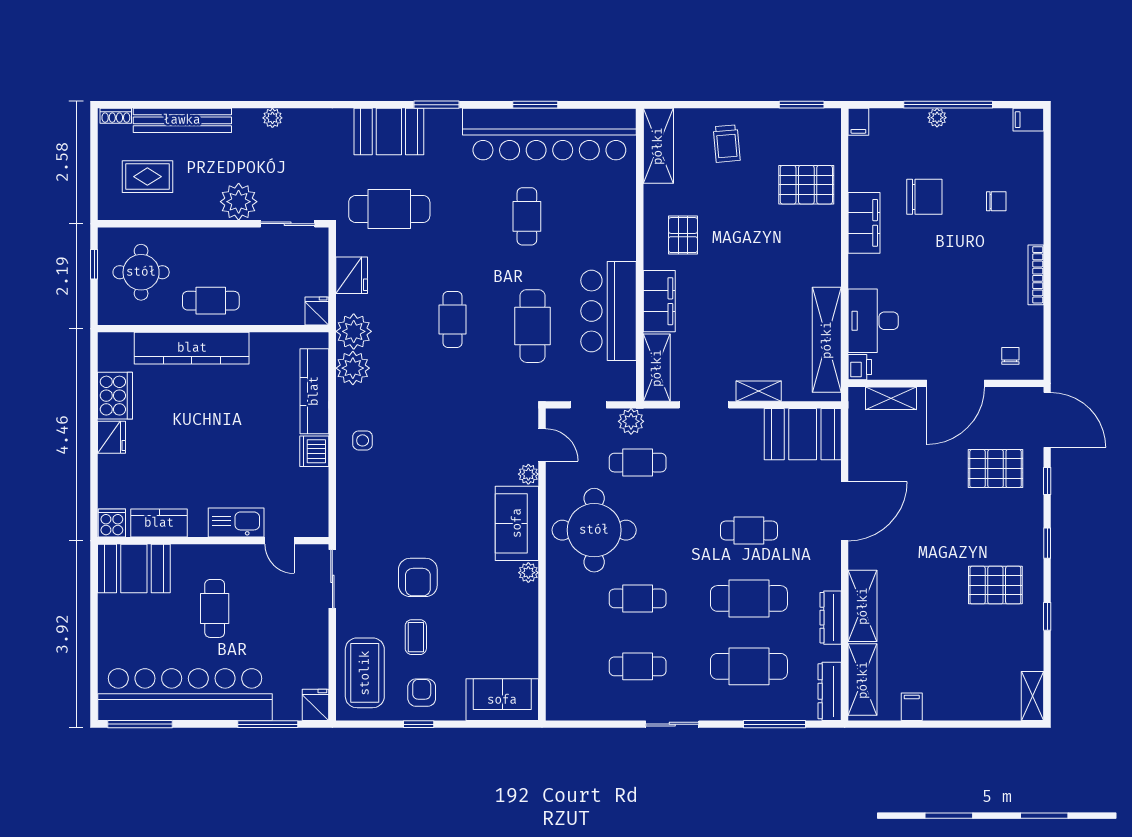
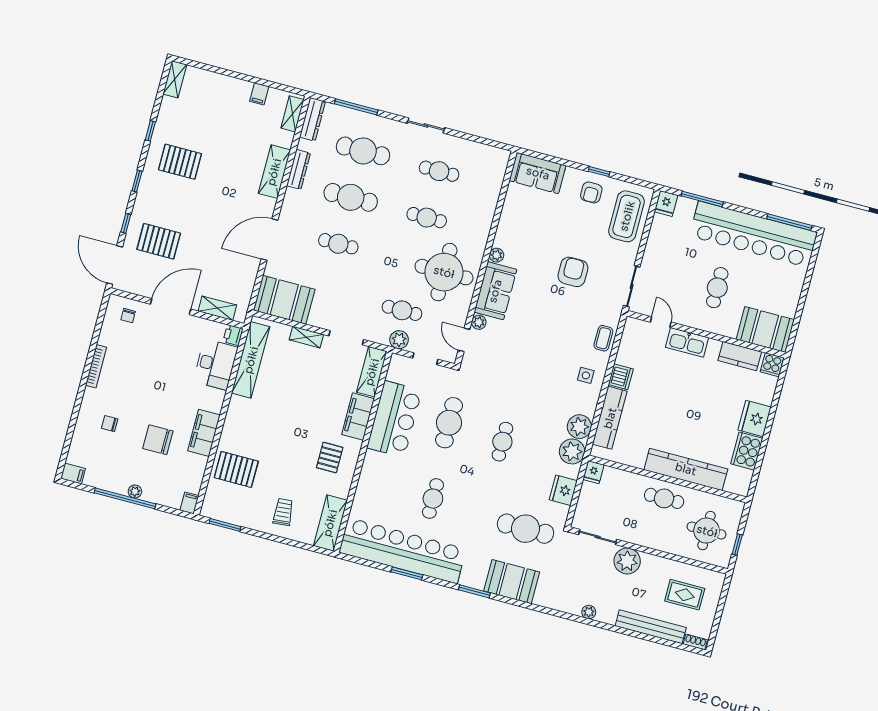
fridge: (111, 437) -> (755, 418), width x1.36, depth x1.34
coffee table: (416, 637) -> (603, 338), moved
shelving: (863, 680) -> (292, 114), width x0.67, depth x0.75

